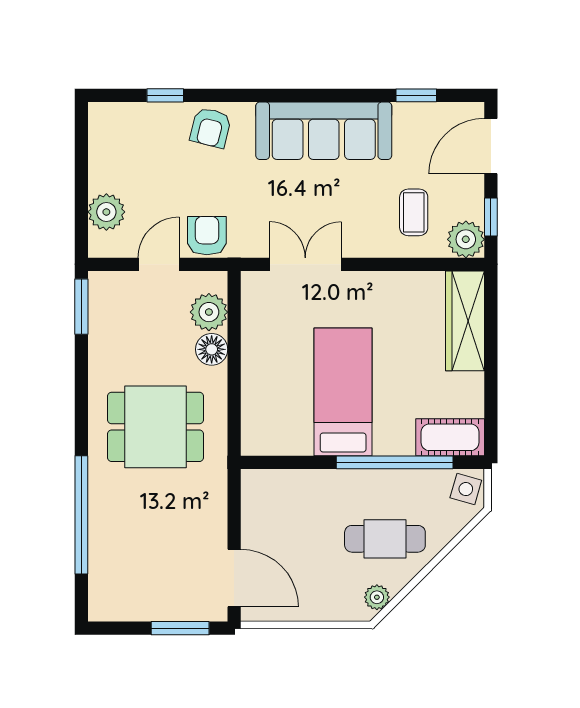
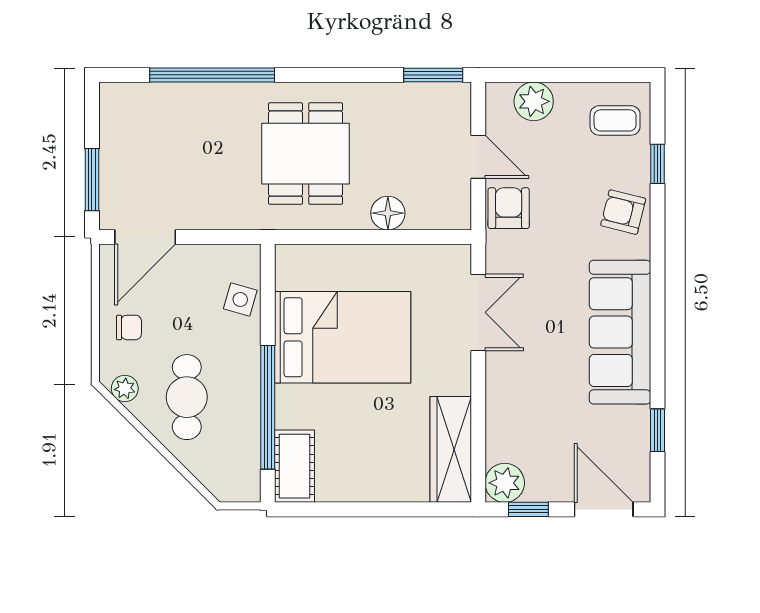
coffee table: (414, 212) -> (615, 120), moved
armchair: (207, 236) -> (509, 208), turned -90
plant: (209, 312) -> (427, 210), removed
wardrobe: (465, 321) -> (451, 449), moved, turned -90
bed: (343, 392) -> (343, 337), width x1.50
side table: (466, 489) -> (240, 299), moved
chair: (319, 593) -> (129, 327), added

